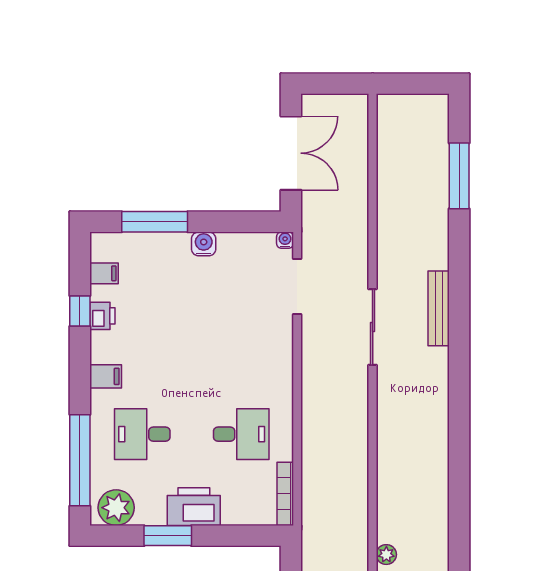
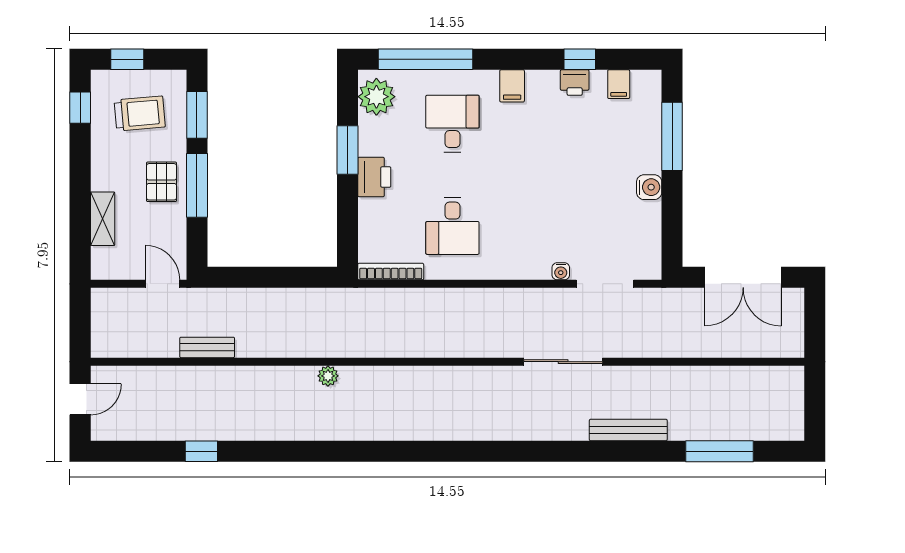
water cooler: (285, 240) -> (561, 271), moved, turned 90
bench: (439, 308) -> (628, 430), moved
printer: (194, 507) -> (374, 177), width x0.73, depth x0.84

